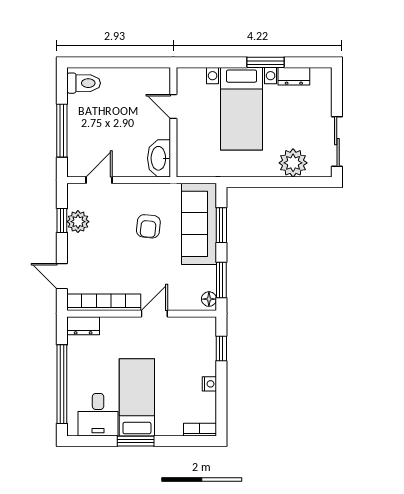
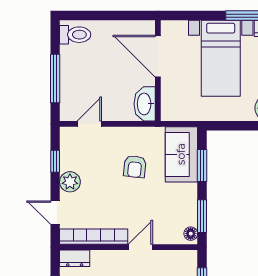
door: (173, 106) -> (158, 56), width x1.87
plant: (78, 222) -> (70, 182), moved
sofa: (199, 224) -> (181, 154), width x0.73

